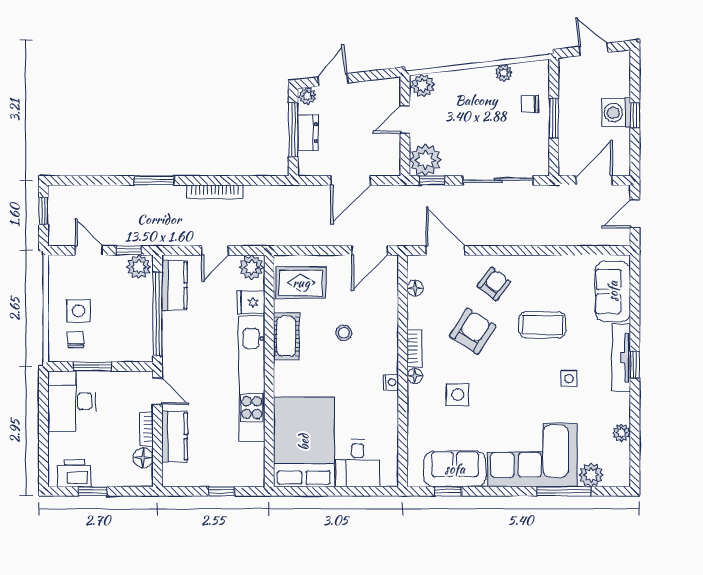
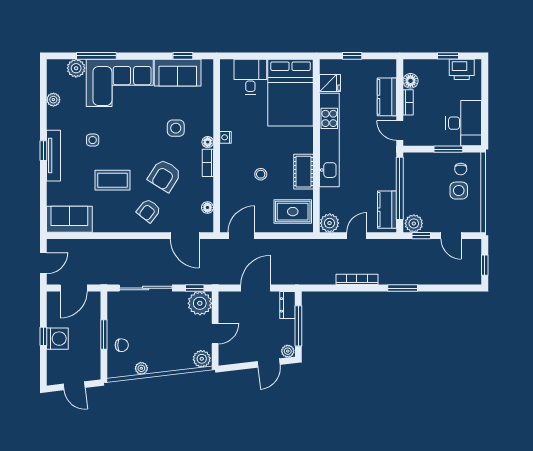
dresser: (308, 133) -> (287, 305), moved
sofa: (613, 291) -> (69, 219), moved, turned -90
fridge: (251, 302) -> (330, 83), moved

